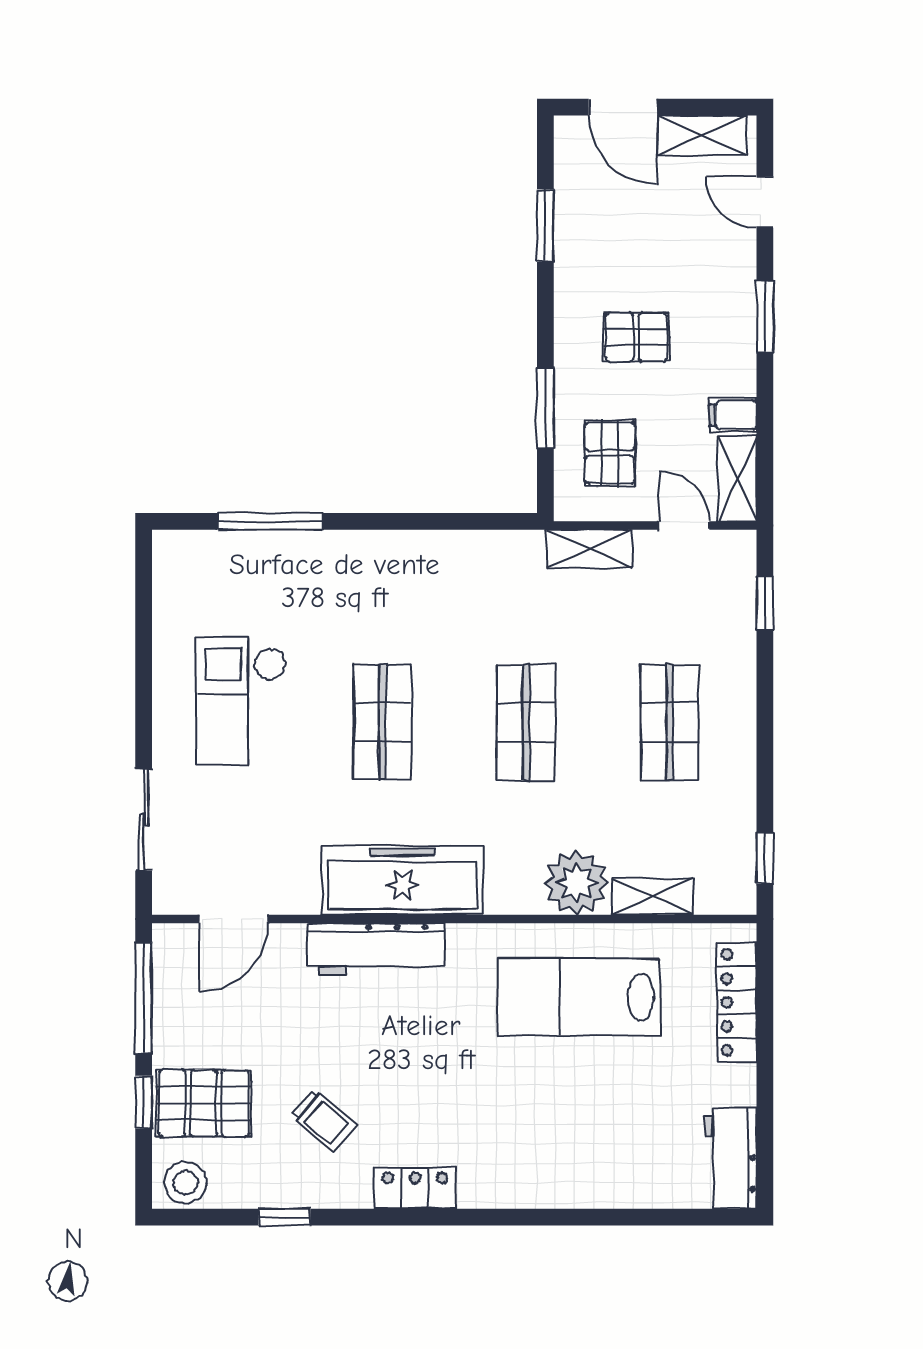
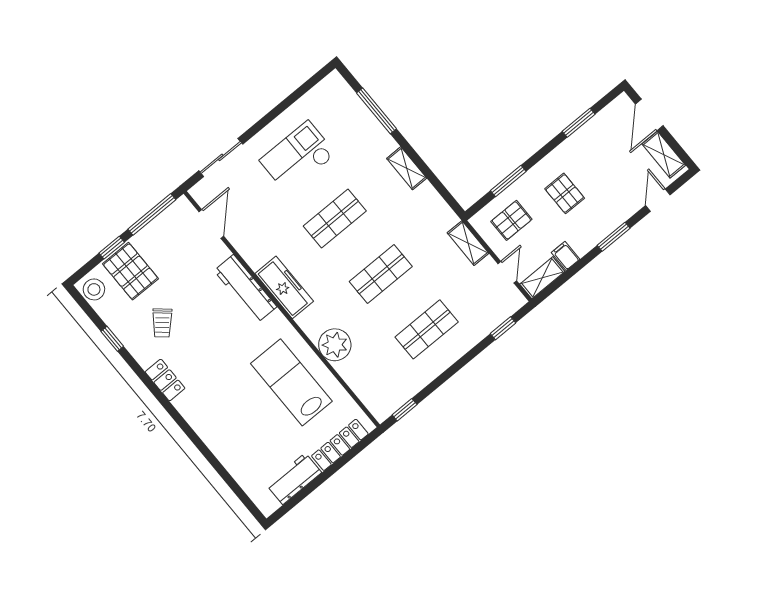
freezer: (402, 880) -> (284, 287), width x0.73, depth x0.79
shelving: (653, 896) -> (407, 168), moved
door: (234, 919) -> (211, 224), swing flipped
workbench: (731, 1158) -> (294, 479), moved

